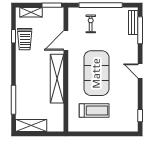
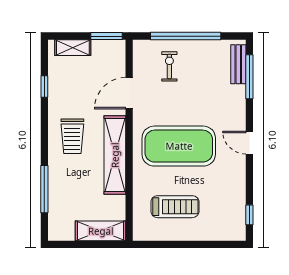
trolley: (25, 39) -> (72, 136), moved
exercise mat: (96, 73) -> (179, 146), turned 90
shelving: (31, 126) -> (101, 231), moved

